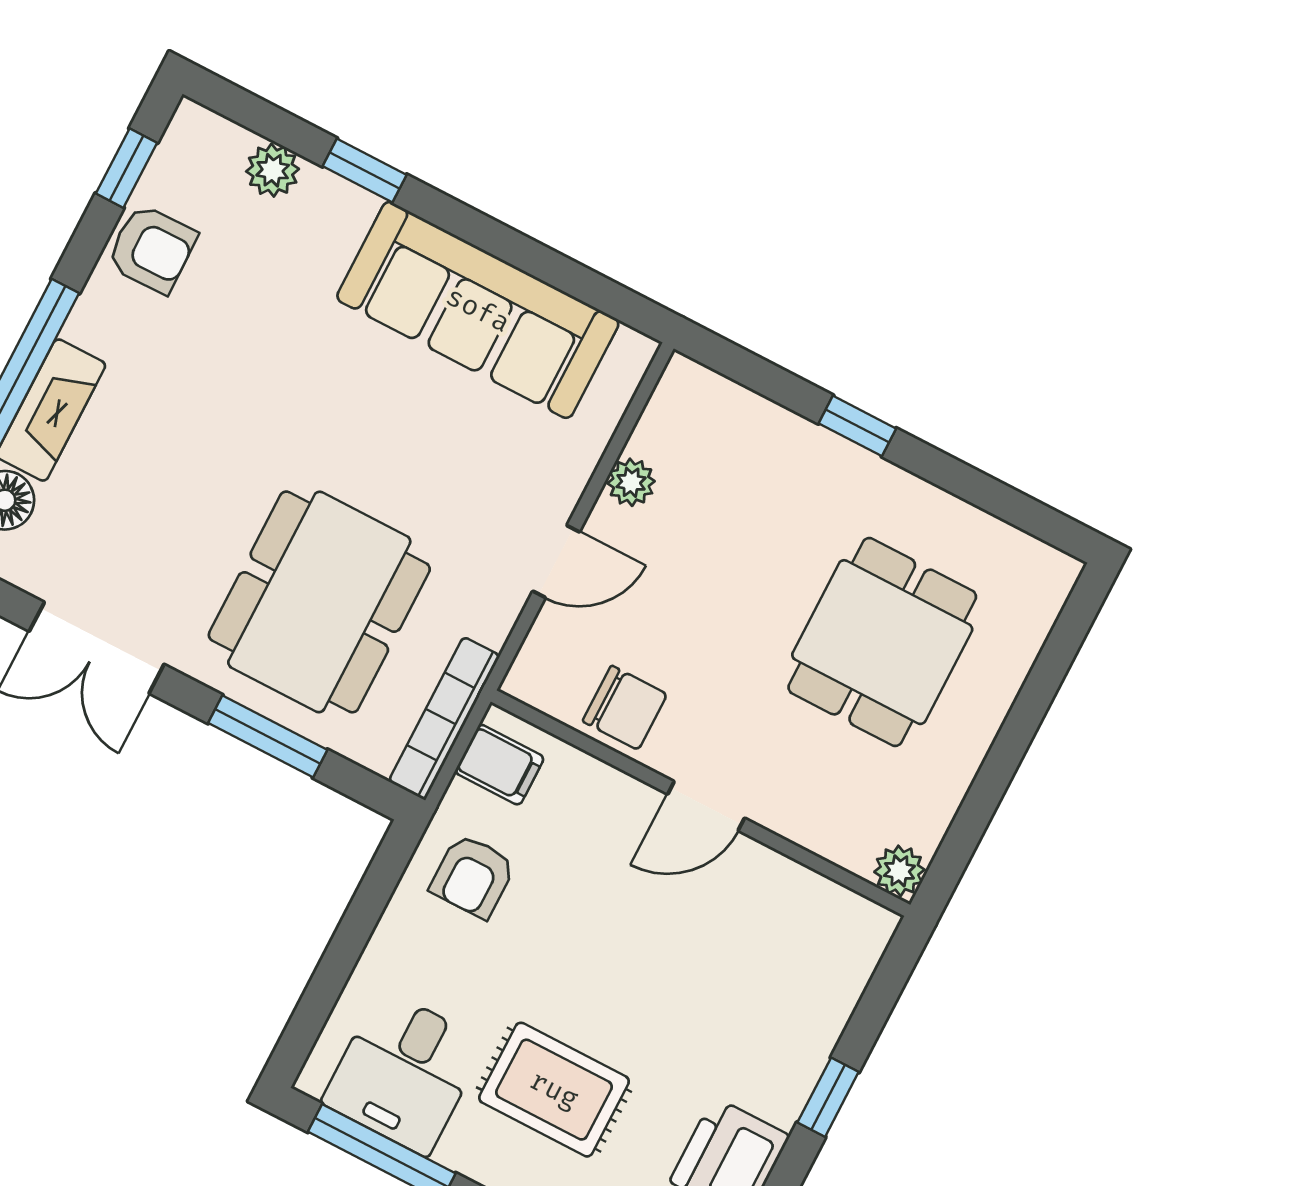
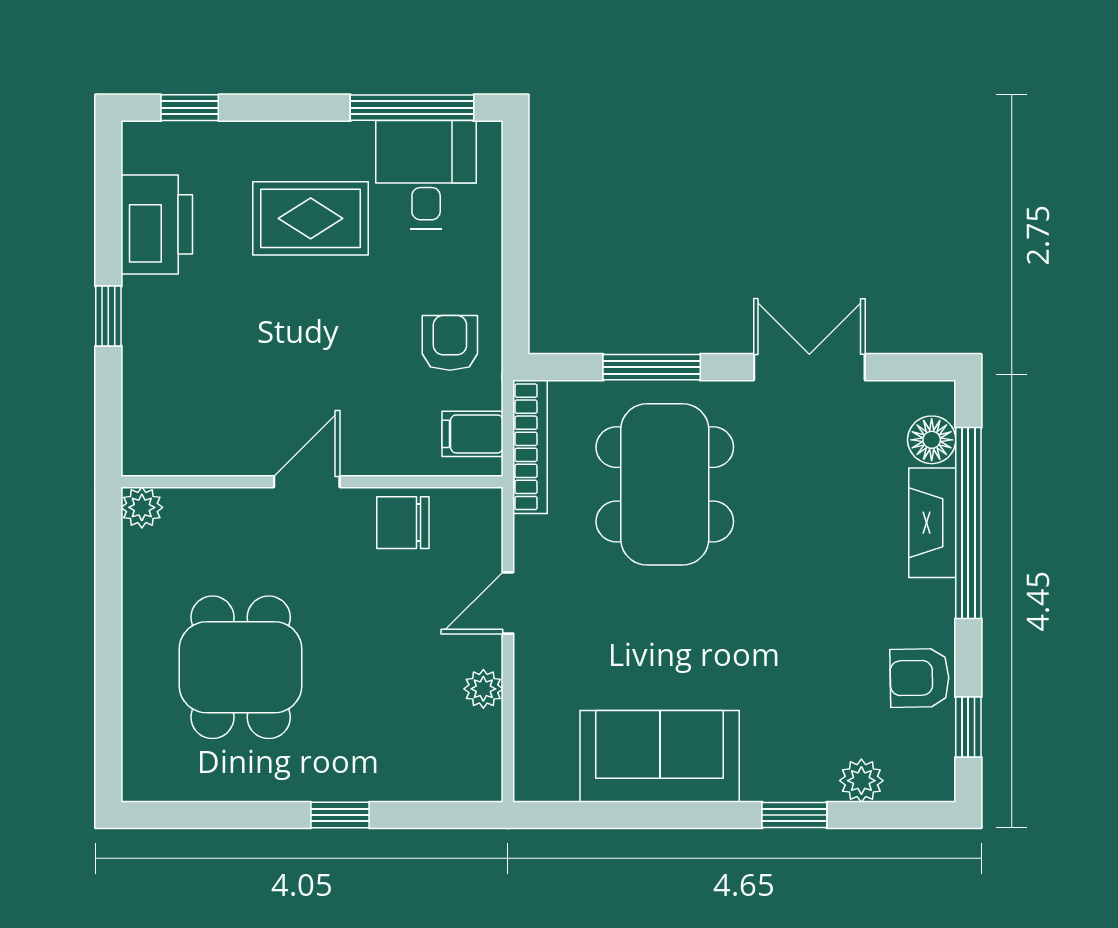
sofa: (478, 310) -> (660, 756), width x0.73

